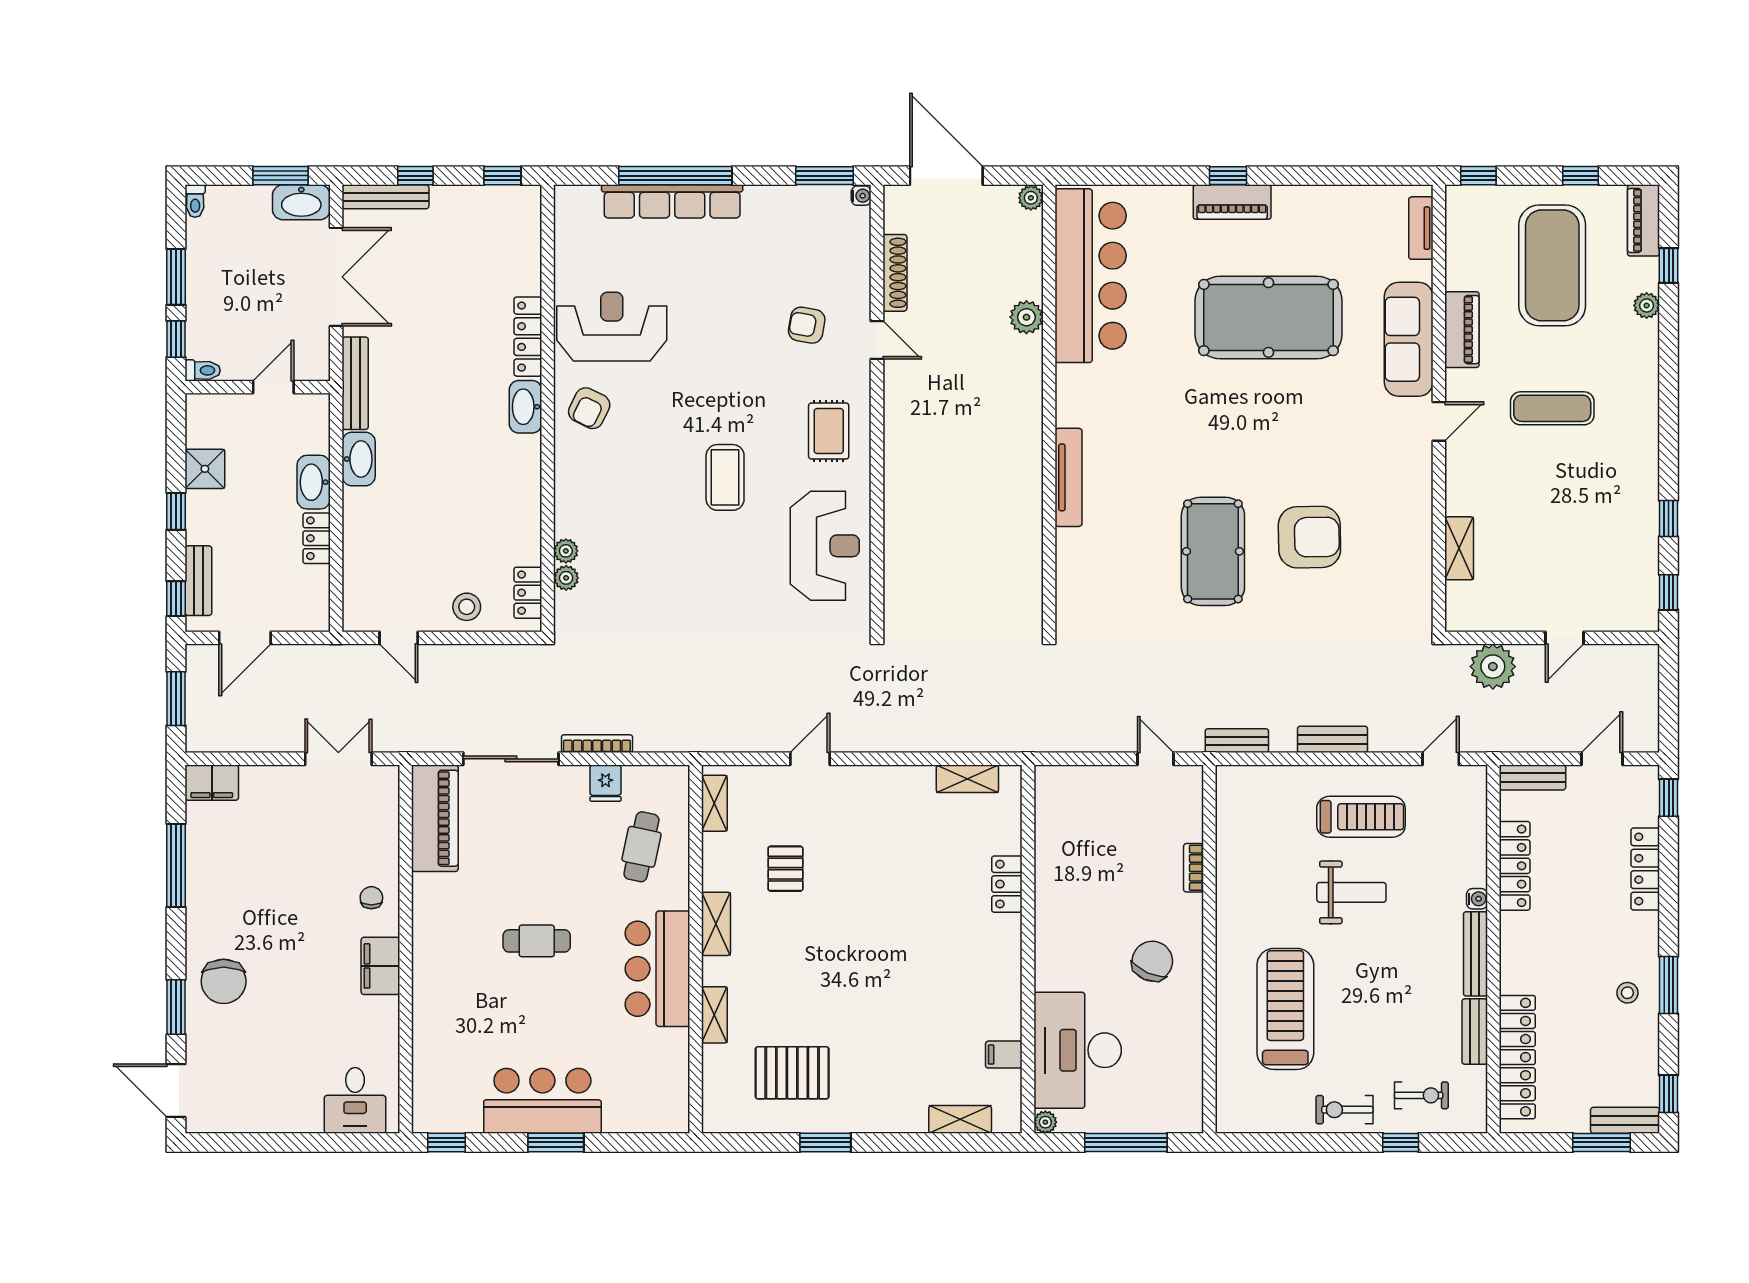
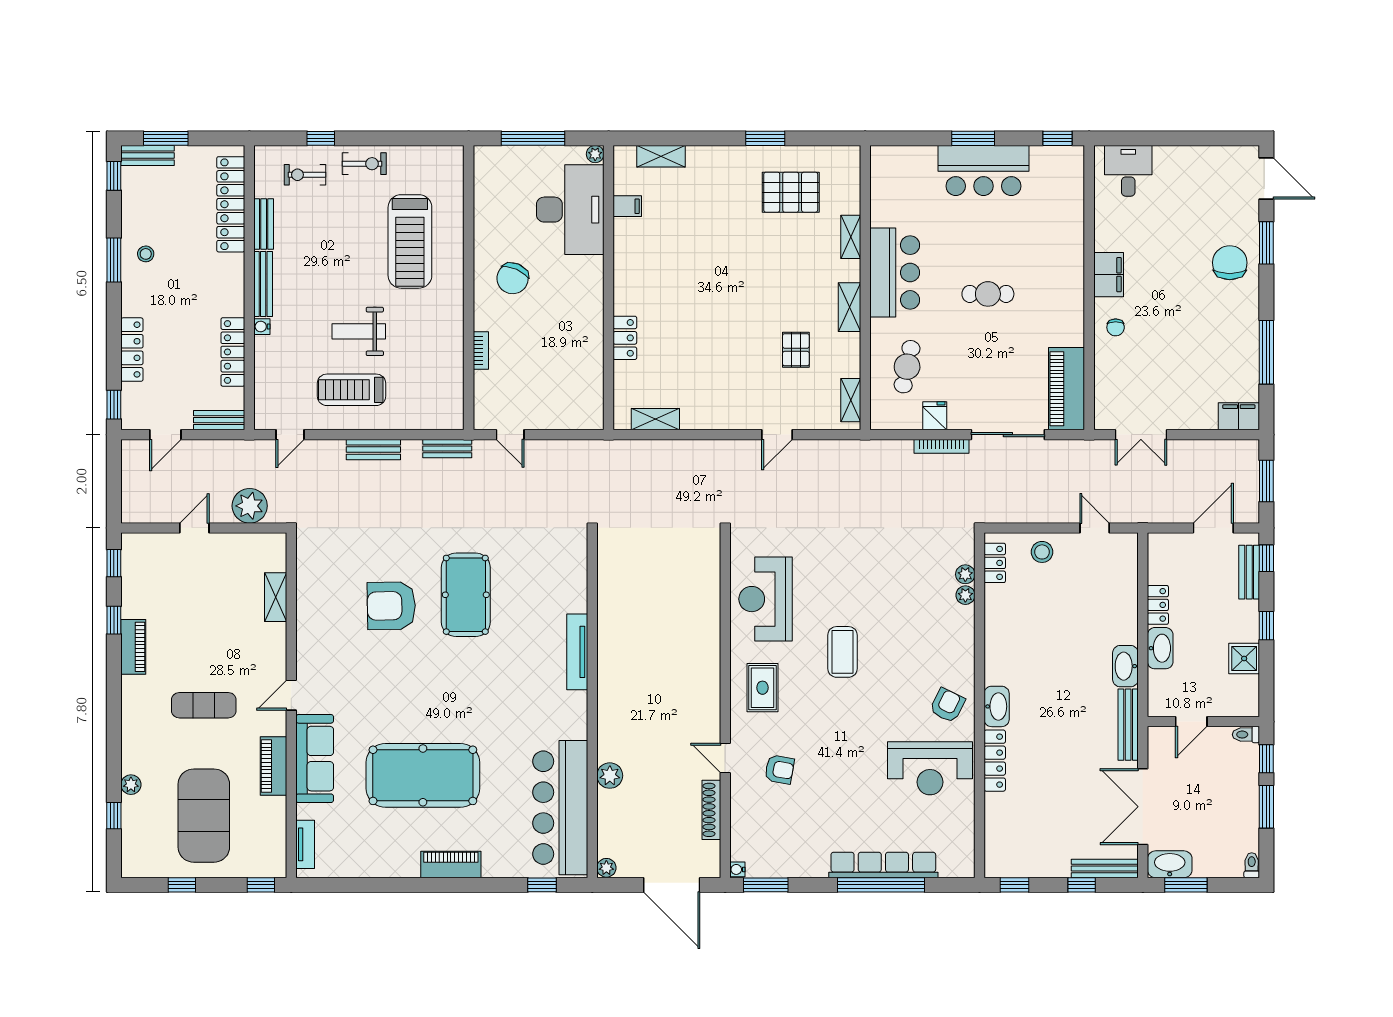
window: (1228, 176) -> (542, 885), moved
piano: (1644, 220) -> (133, 647), moved

